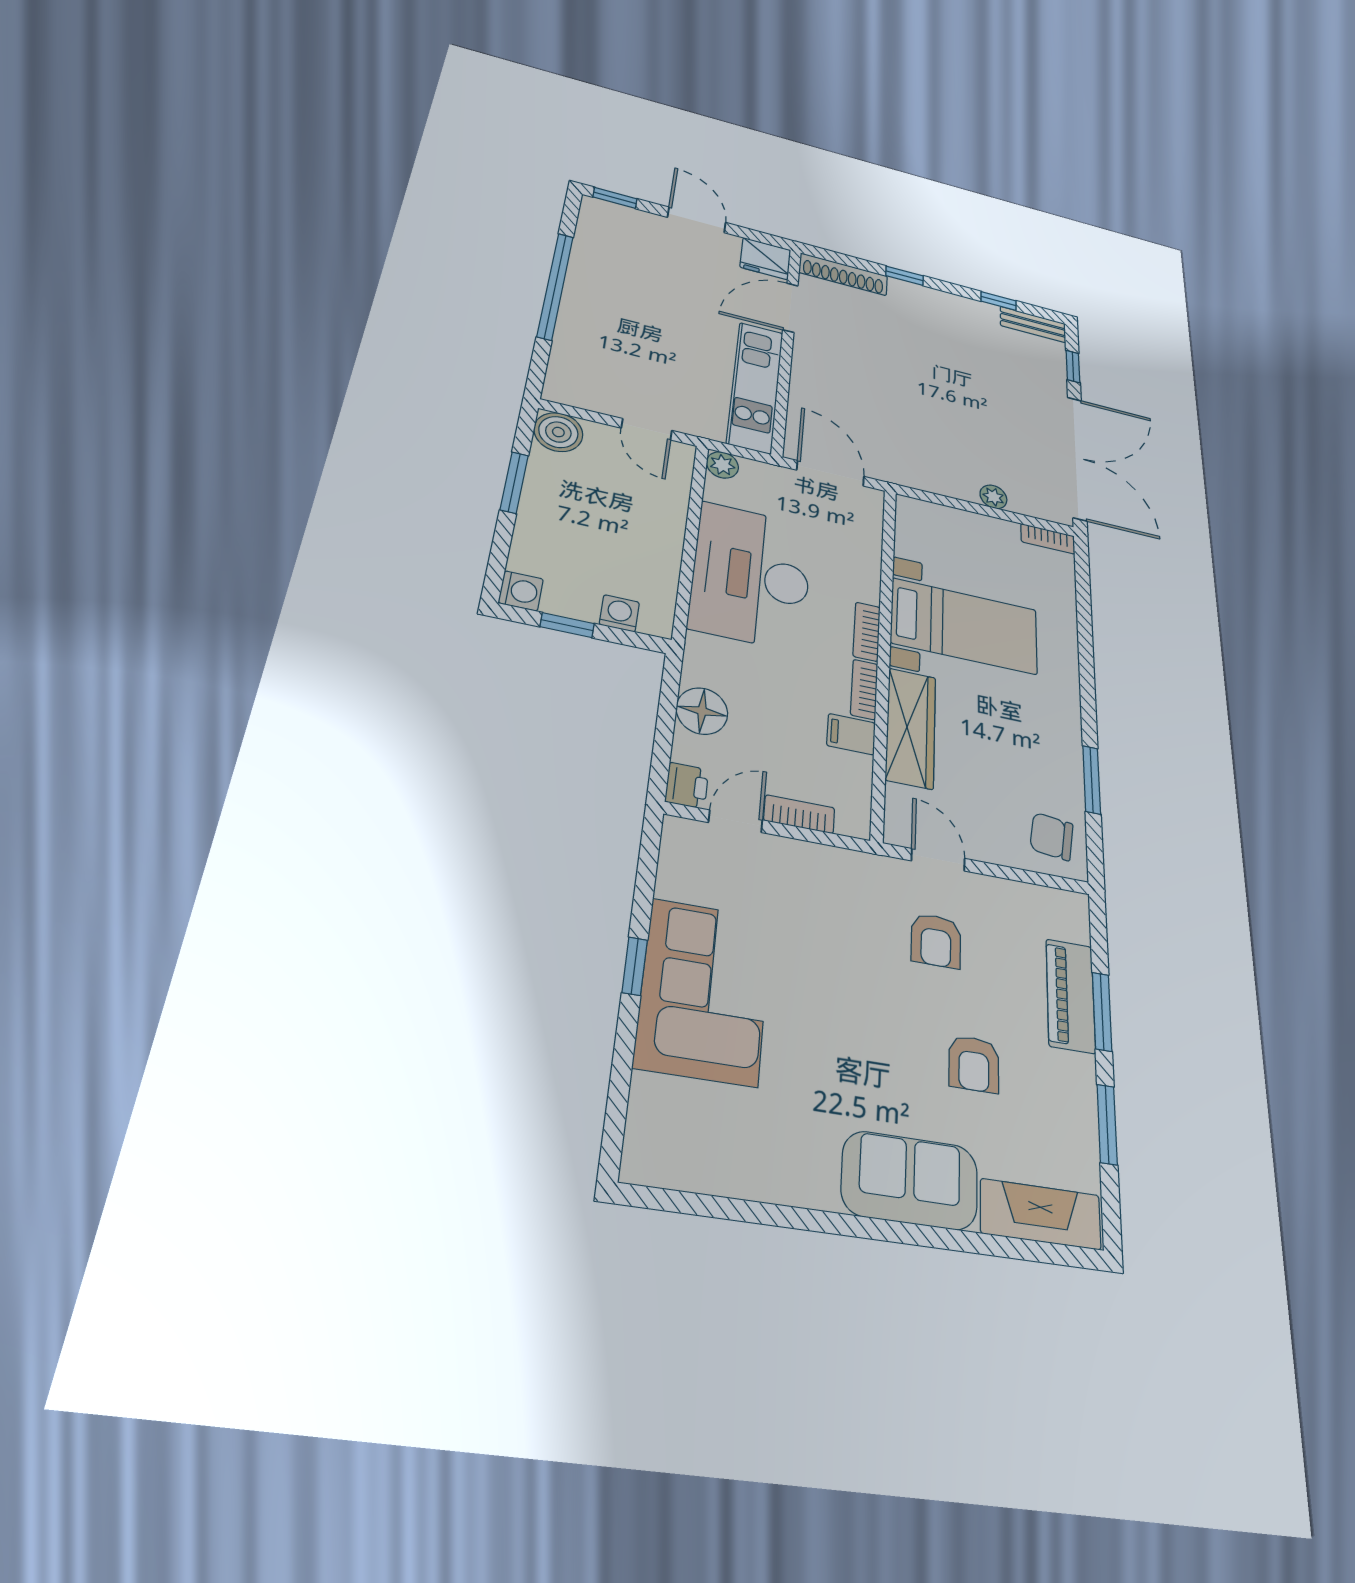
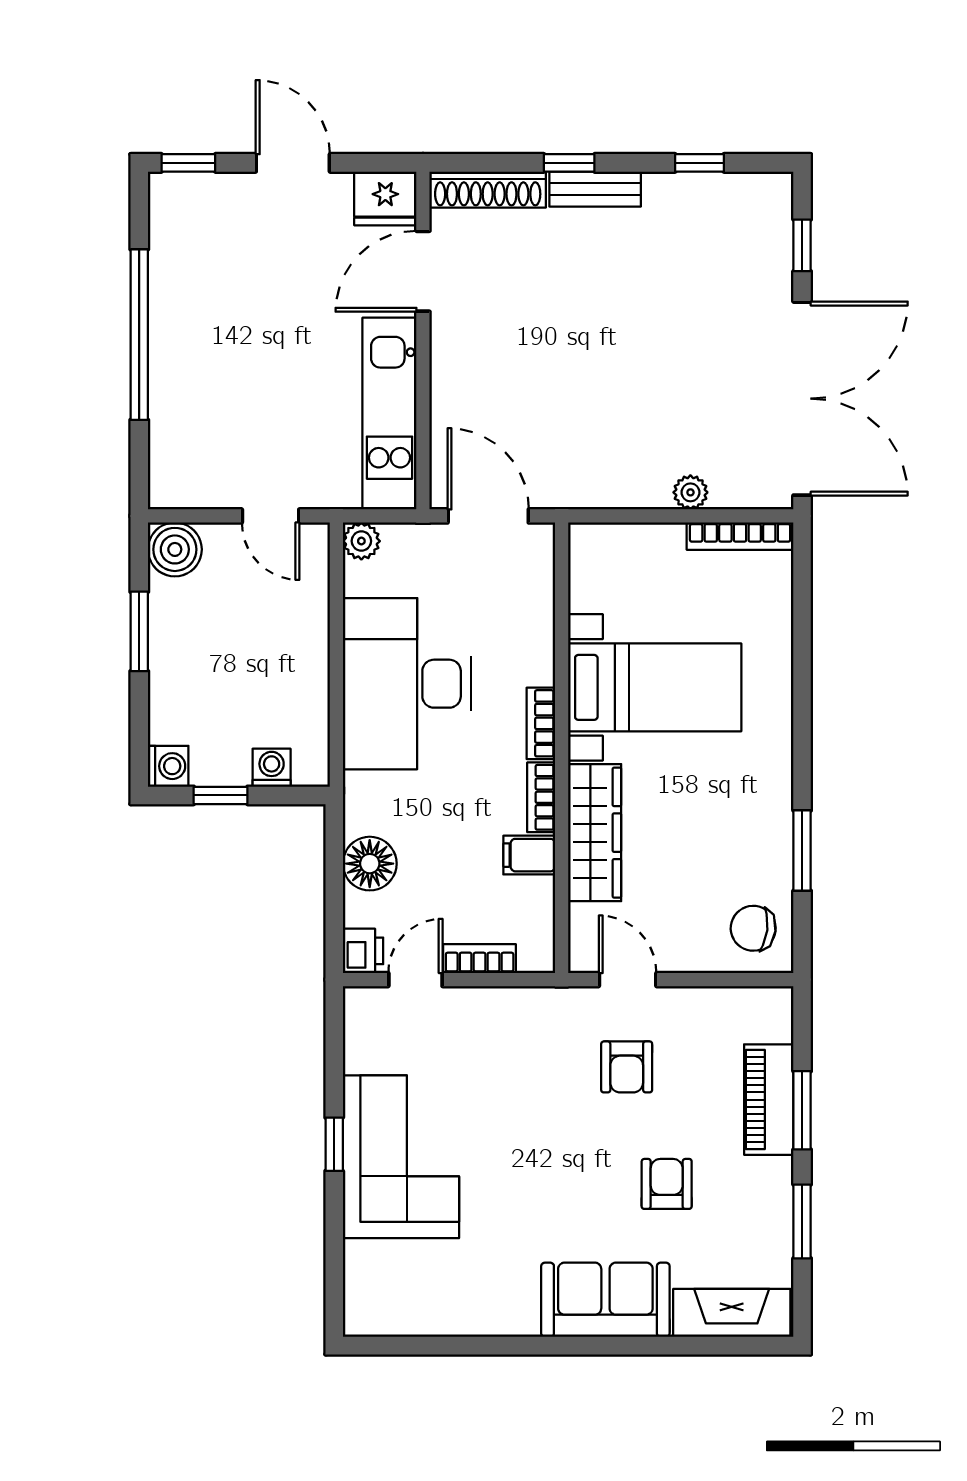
bench: (1033, 325) -> (595, 189), moved
bookcase: (1048, 539) -> (740, 536), width x1.56
armchair: (974, 1064) -> (667, 1184), turned 180

